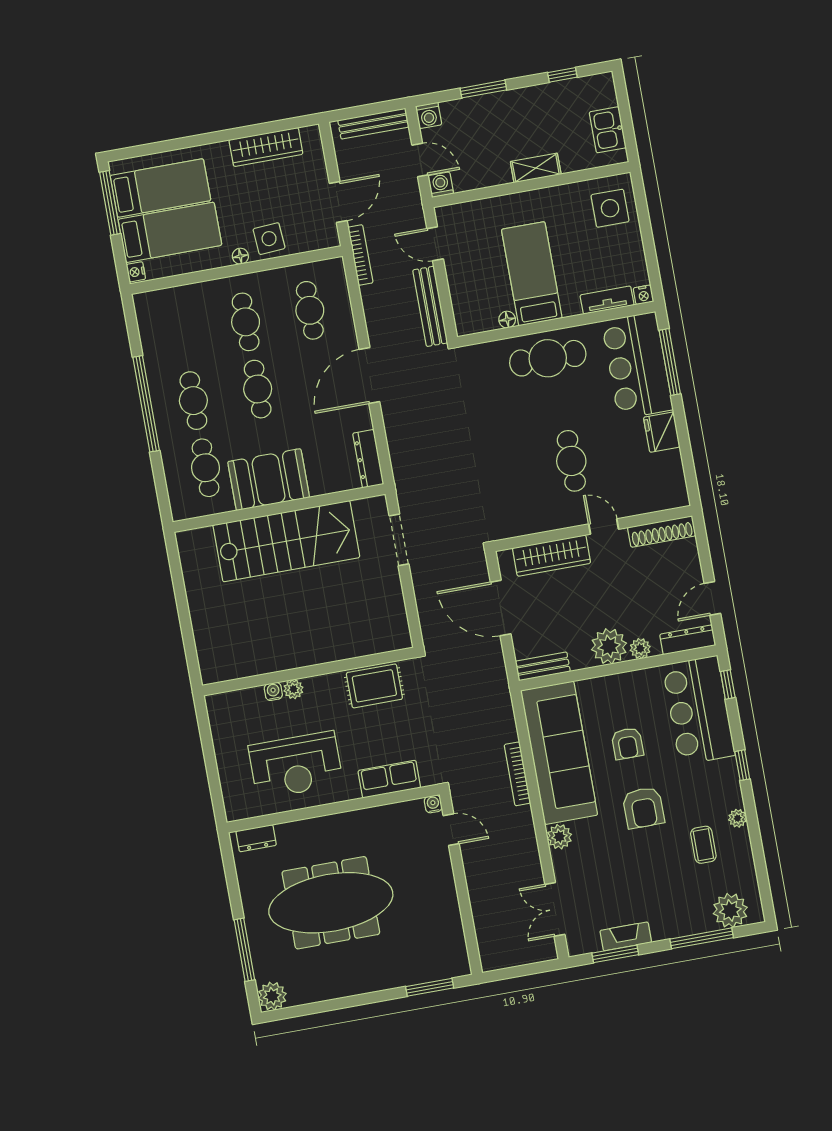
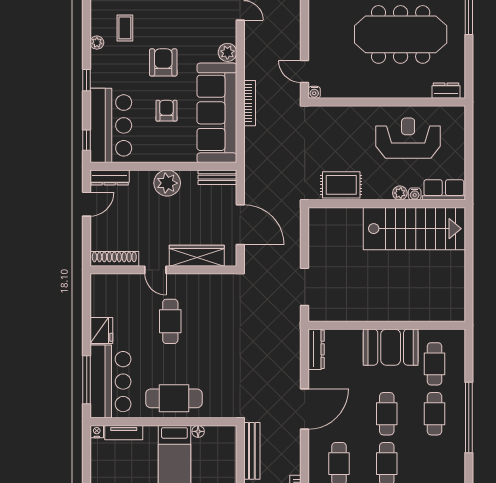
stairs: (286, 541) -> (414, 229), moved, turned 180
plant: (640, 649) -> (145, 177), removed
row of seats: (389, 779) -> (444, 190), moved, turned 180

